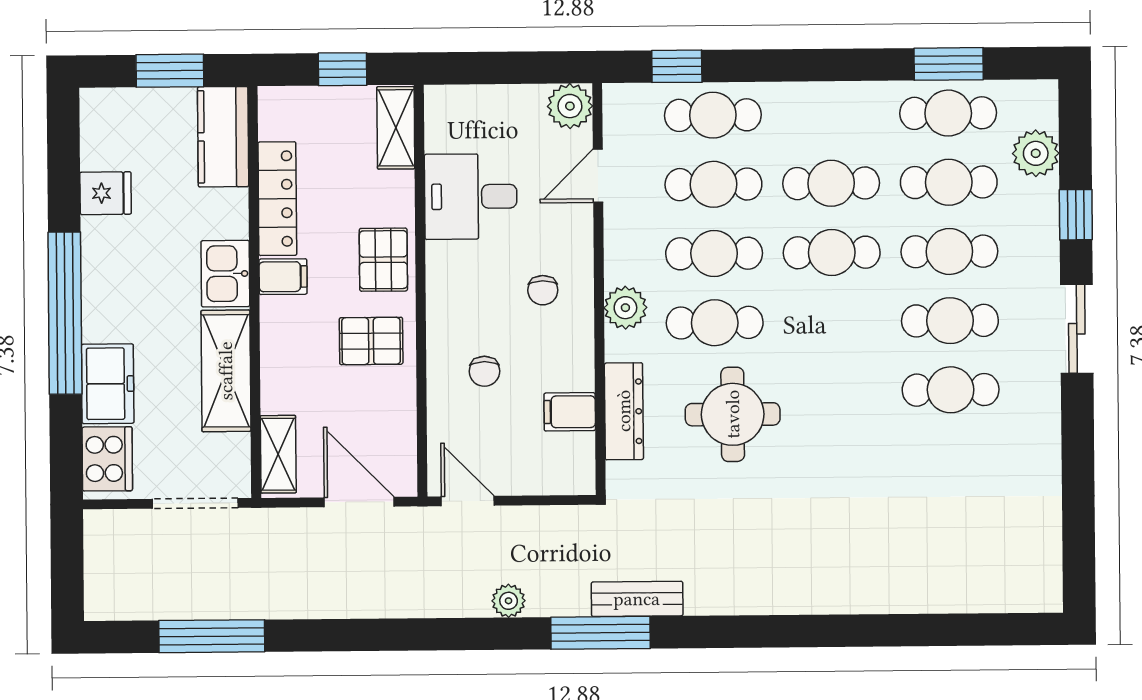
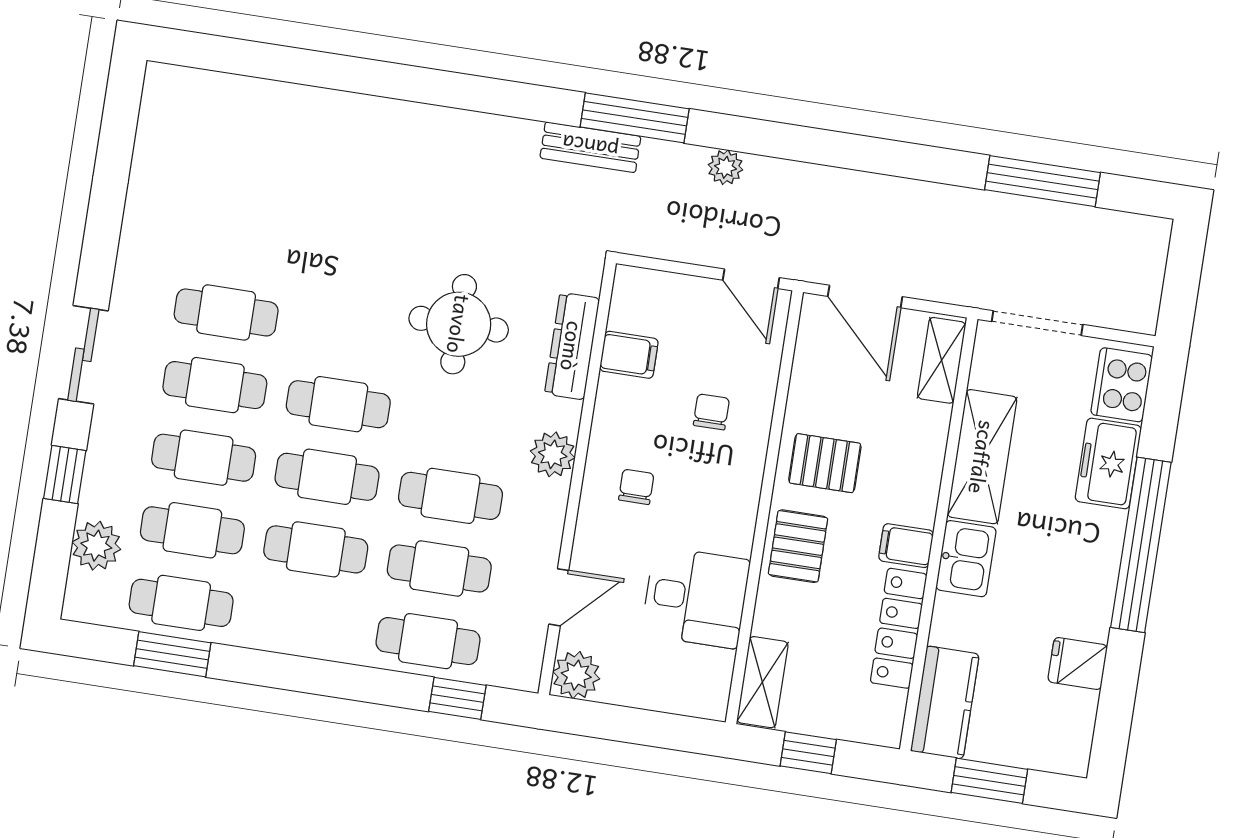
cafe table: (715, 323) -> (338, 404), moved

